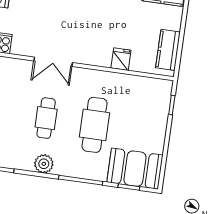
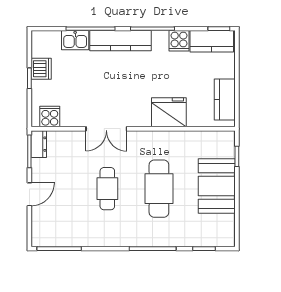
fridge: (121, 59) -> (169, 112), width x1.88, depth x1.34
plant: (44, 164) -> (112, 237), removed
booth: (135, 169) -> (217, 186), moved, turned 90

